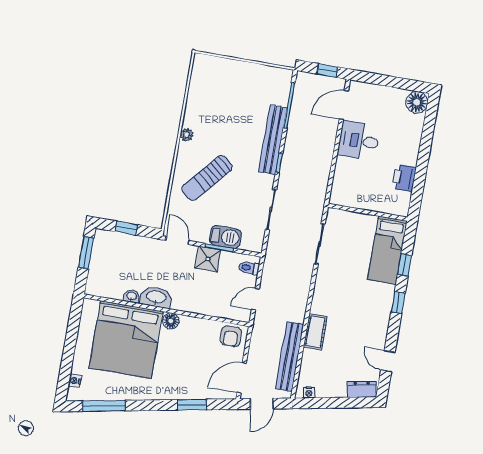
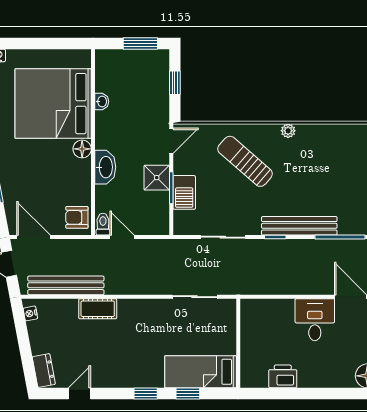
toilet: (249, 268) -> (103, 224), moved
washbasin: (156, 297) -> (105, 167), moved

